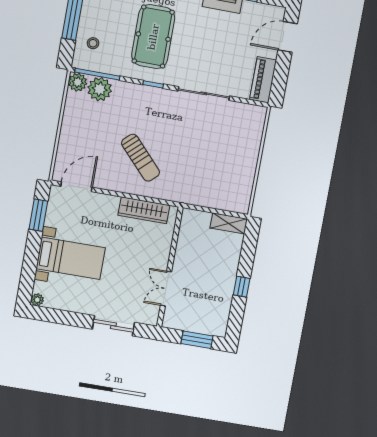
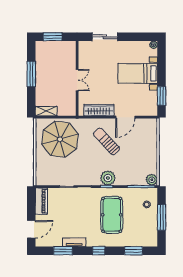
plant: (100, 89) -> (108, 178), moved
parasol: (215, 174) -> (60, 139), added
door: (76, 187) -> (125, 117), moved
window: (242, 287) -> (31, 74), width x2.17
double door: (166, 289) -> (77, 80), moved

